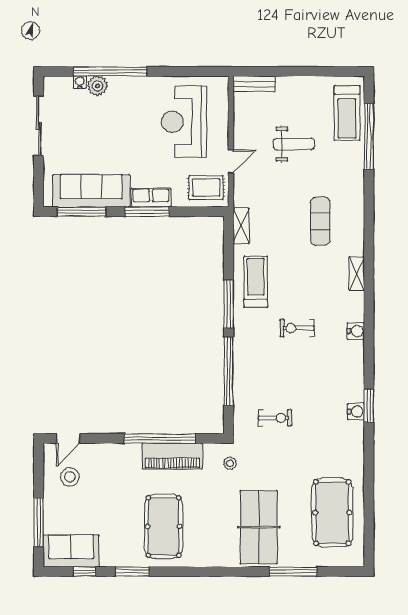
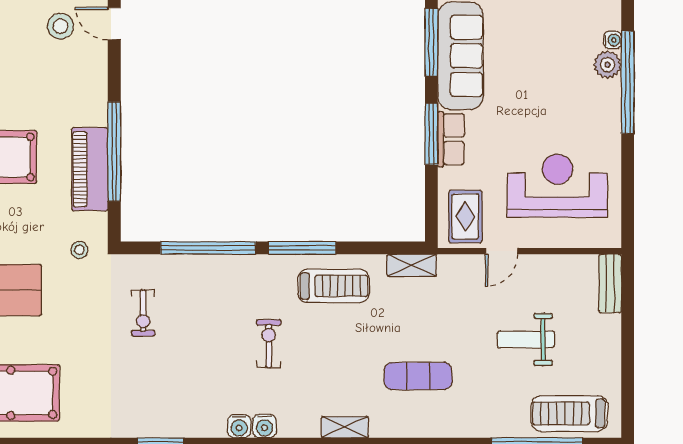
weight bench: (294, 144) -> (526, 339), turned 90
door: (231, 162) -> (502, 251), hinge flipped
water cooler: (356, 412) -> (239, 426), moved

